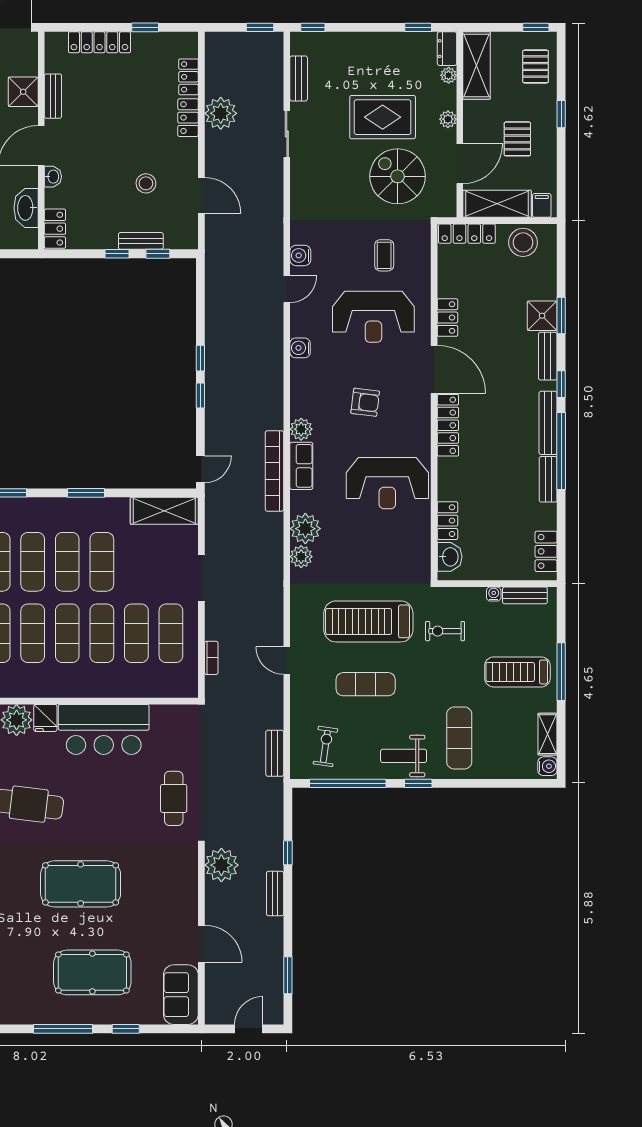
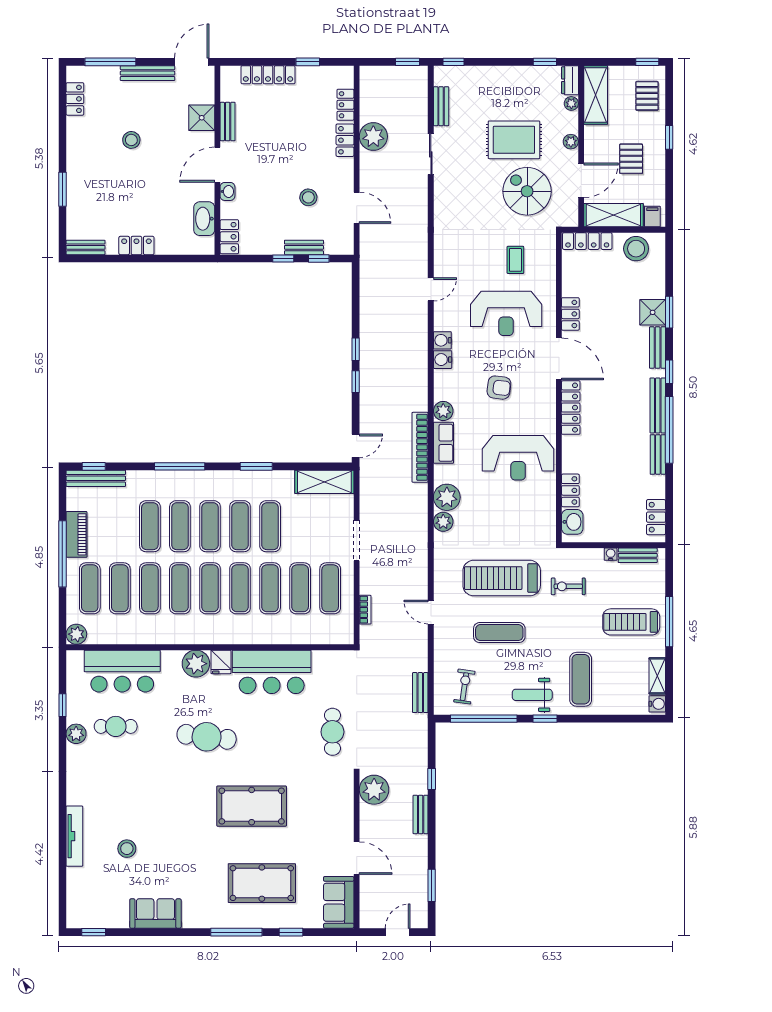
water cooler: (300, 255) -> (443, 360), moved

